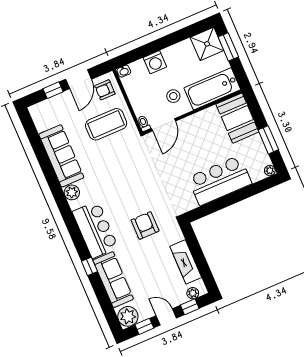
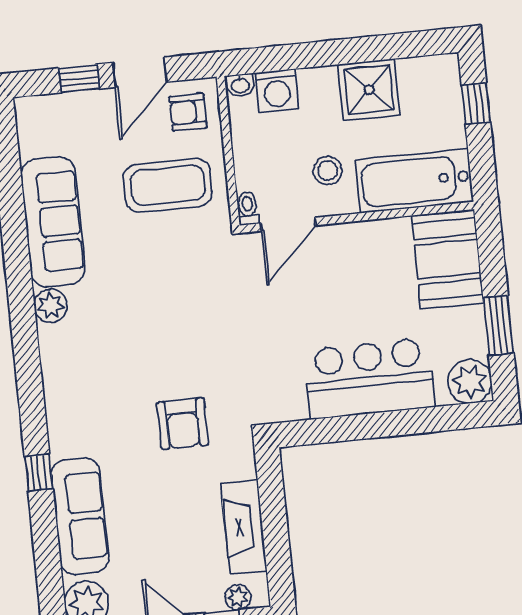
shower: (207, 44) -> (369, 90), moved
window: (228, 47) -> (476, 103), width x0.67
washing machine: (155, 62) -> (277, 91), moved
plant: (270, 170) -> (470, 382), width x1.88, depth x1.88
armchair: (145, 225) -> (183, 424), turned 180
bar counter: (95, 230) -> (75, 399), removed

